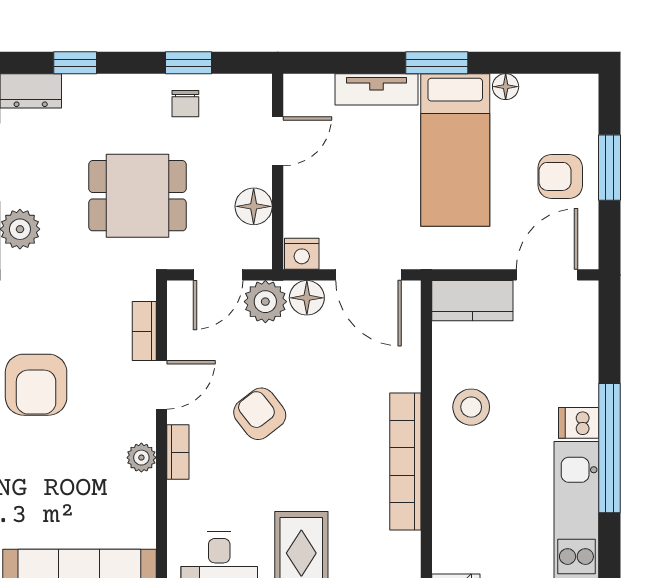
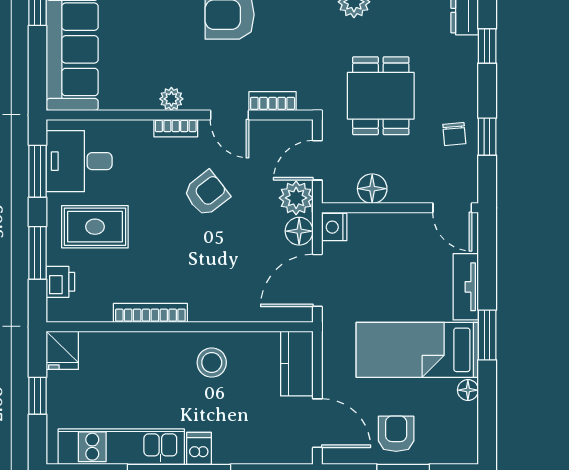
chair: (185, 104) -> (454, 134), turned -95
door: (278, 141) -> (452, 208), moved
door: (218, 275) -> (317, 160), hinge flipped
bookcase: (405, 462) -> (150, 313), width x0.68, depth x0.76

